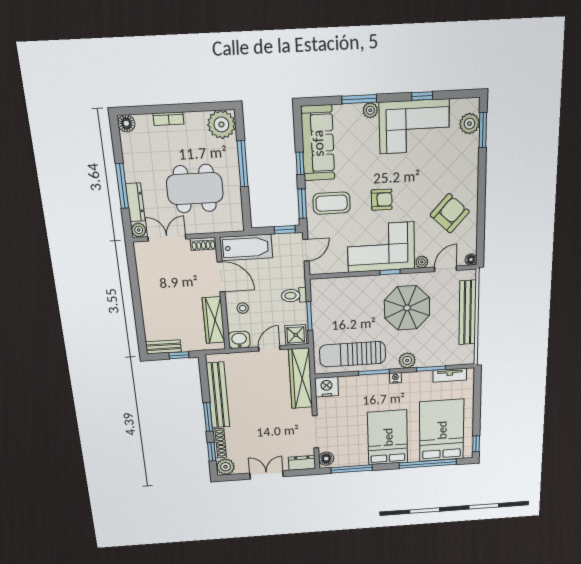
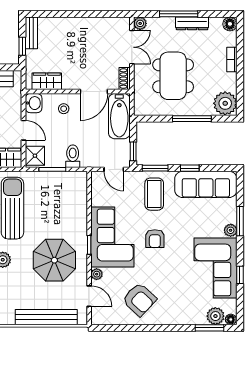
dresser: (135, 202) -> (192, 23), moved
floor lamp: (471, 260) -> (231, 319), moved
wardrobe: (214, 320) -> (47, 81), width x0.67

